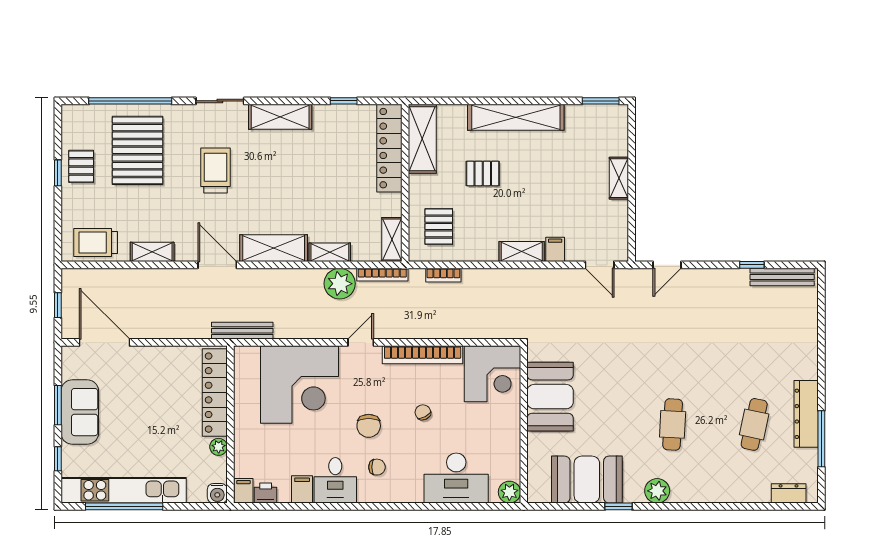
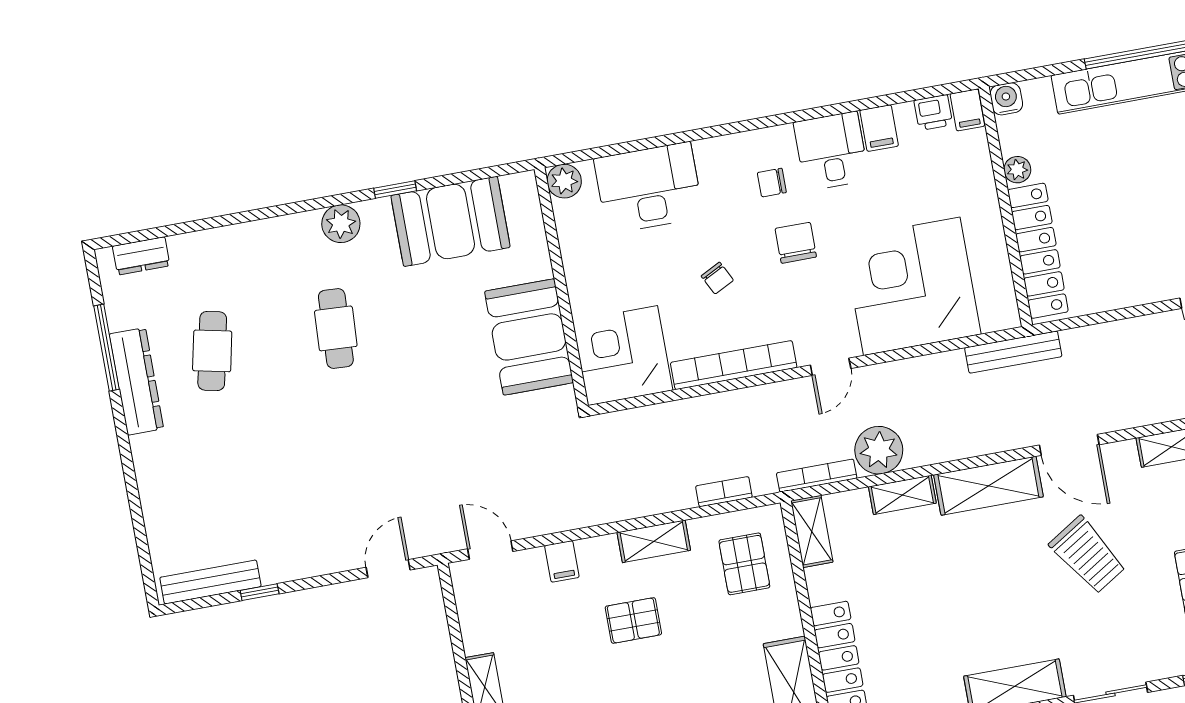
trolley: (216, 170) -> (1088, 555), moved, turned -32
pallet: (483, 173) -> (633, 620), moved
shelving: (522, 251) -> (654, 541), moved

